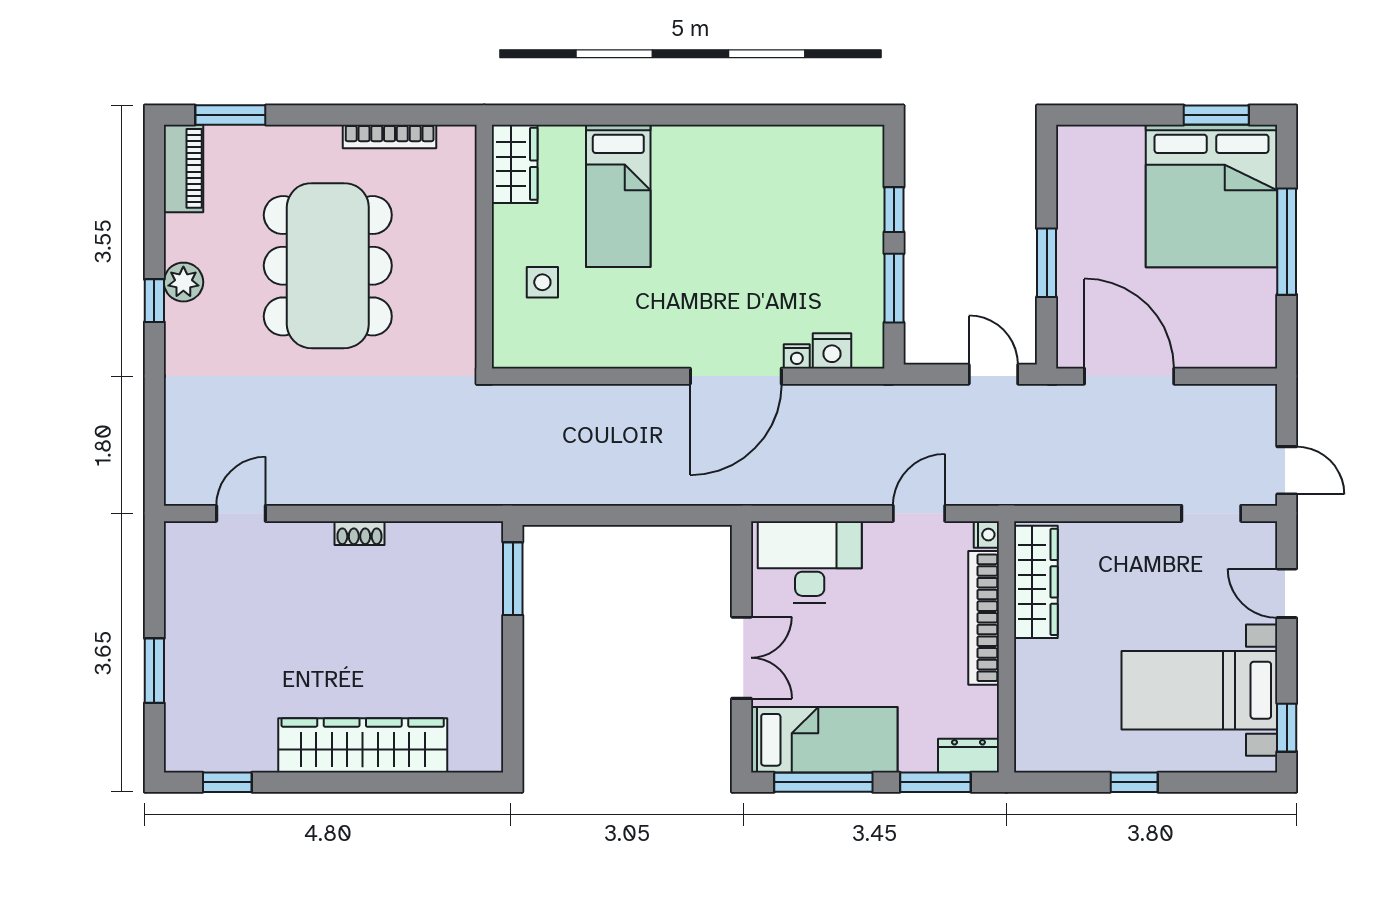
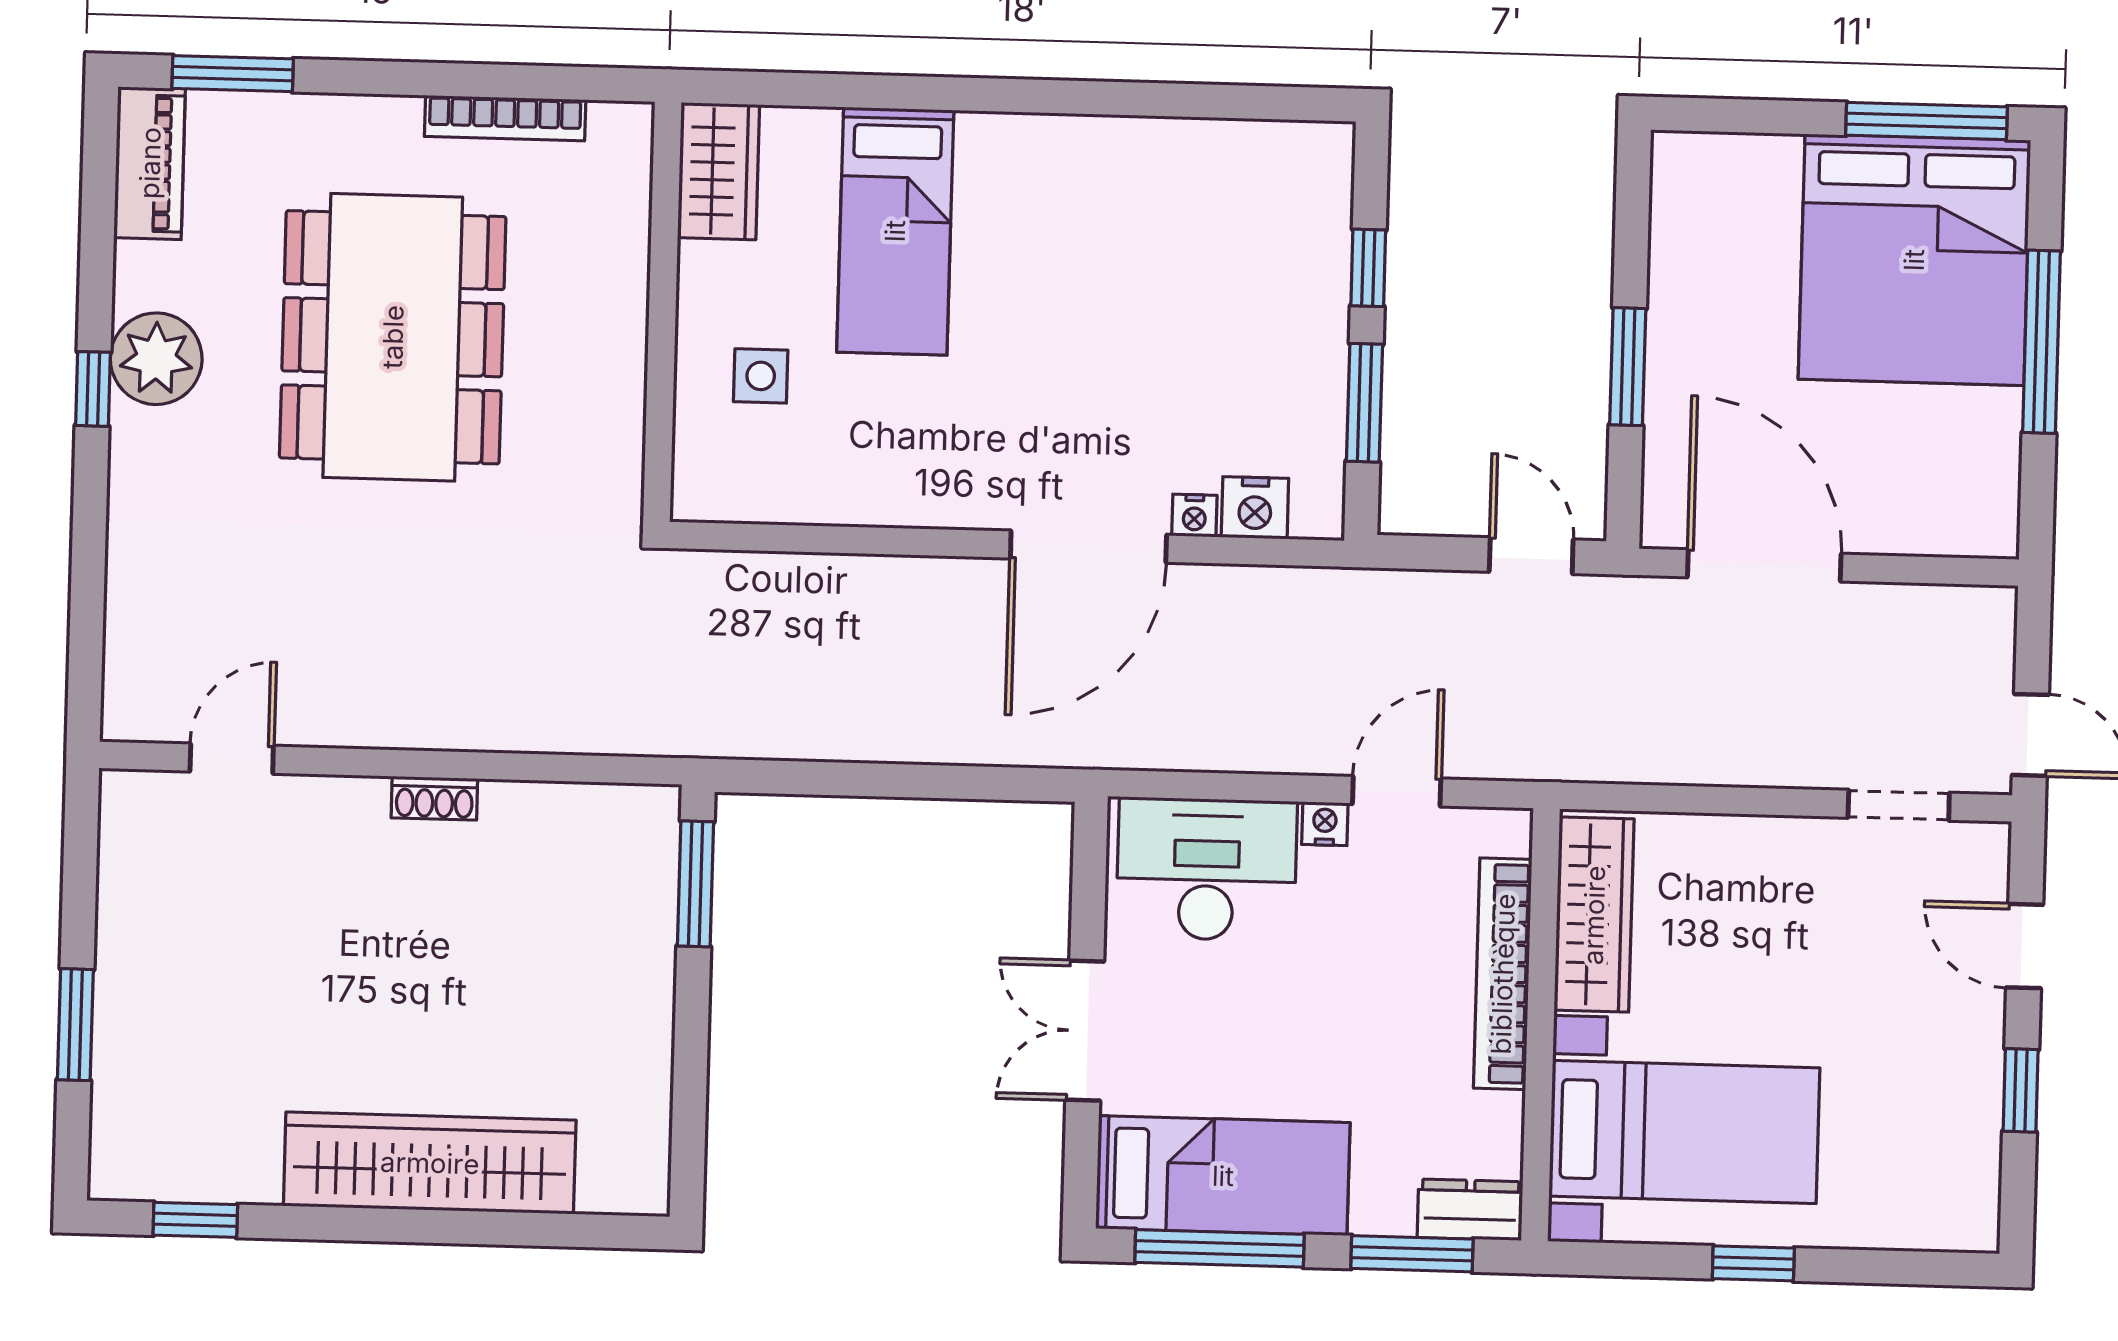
window: (1216, 115) -> (1927, 121), width x1.44
plant: (183, 282) -> (156, 359), width x1.36, depth x1.36
nightstand: (986, 535) -> (1325, 824), moved, turned -90
double door: (742, 658) -> (1085, 1031), swing flipped
bed with nightstands: (1199, 690) -> (1684, 1132), moved, turned 180
window: (1287, 728) -> (2021, 1090), moved

